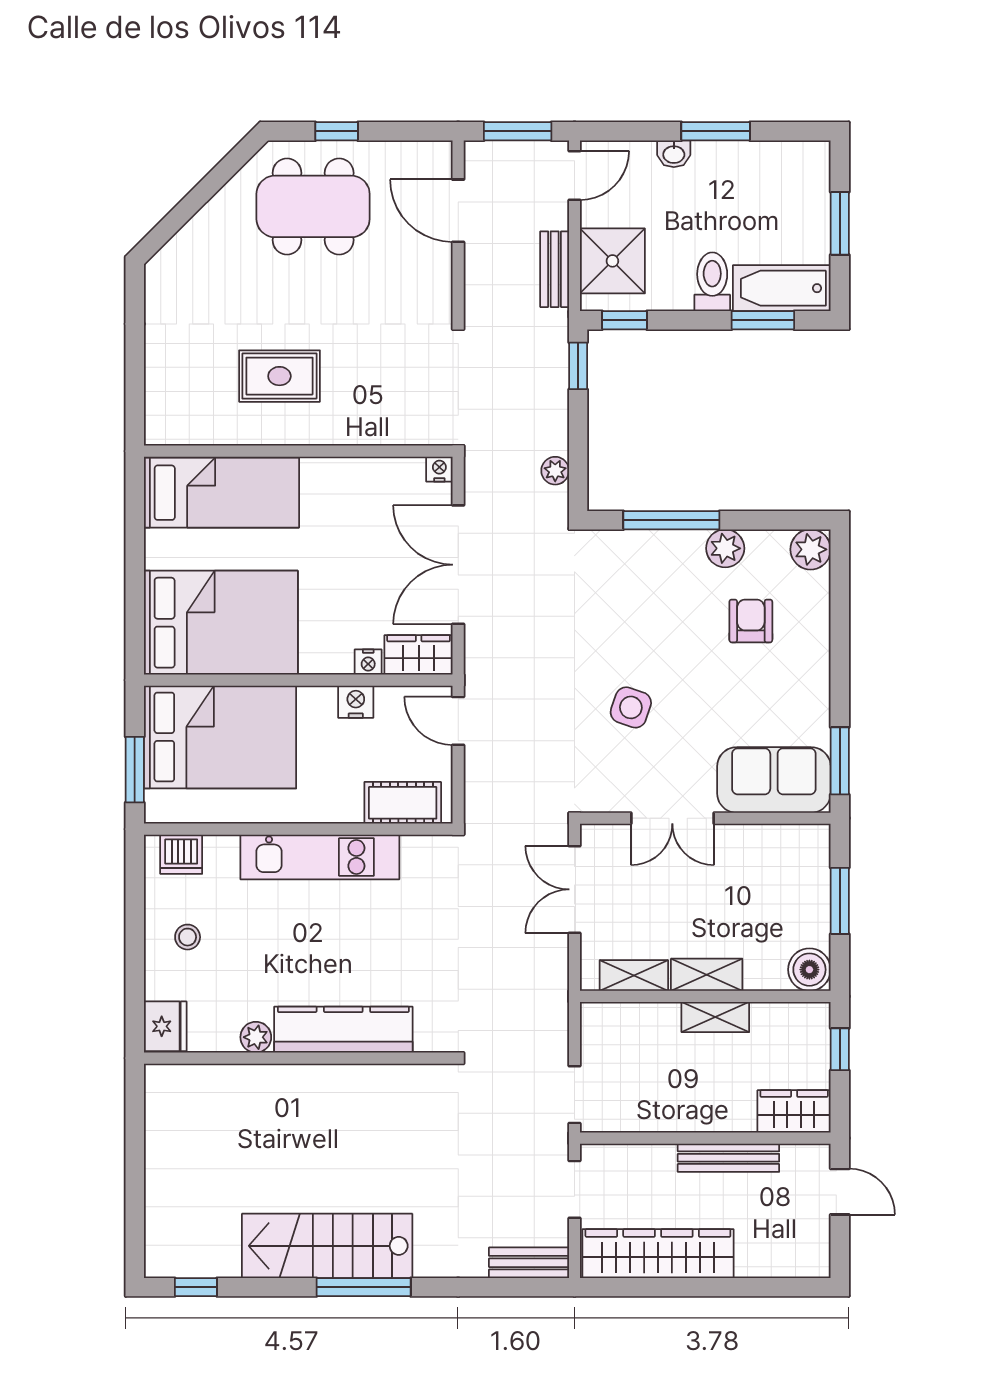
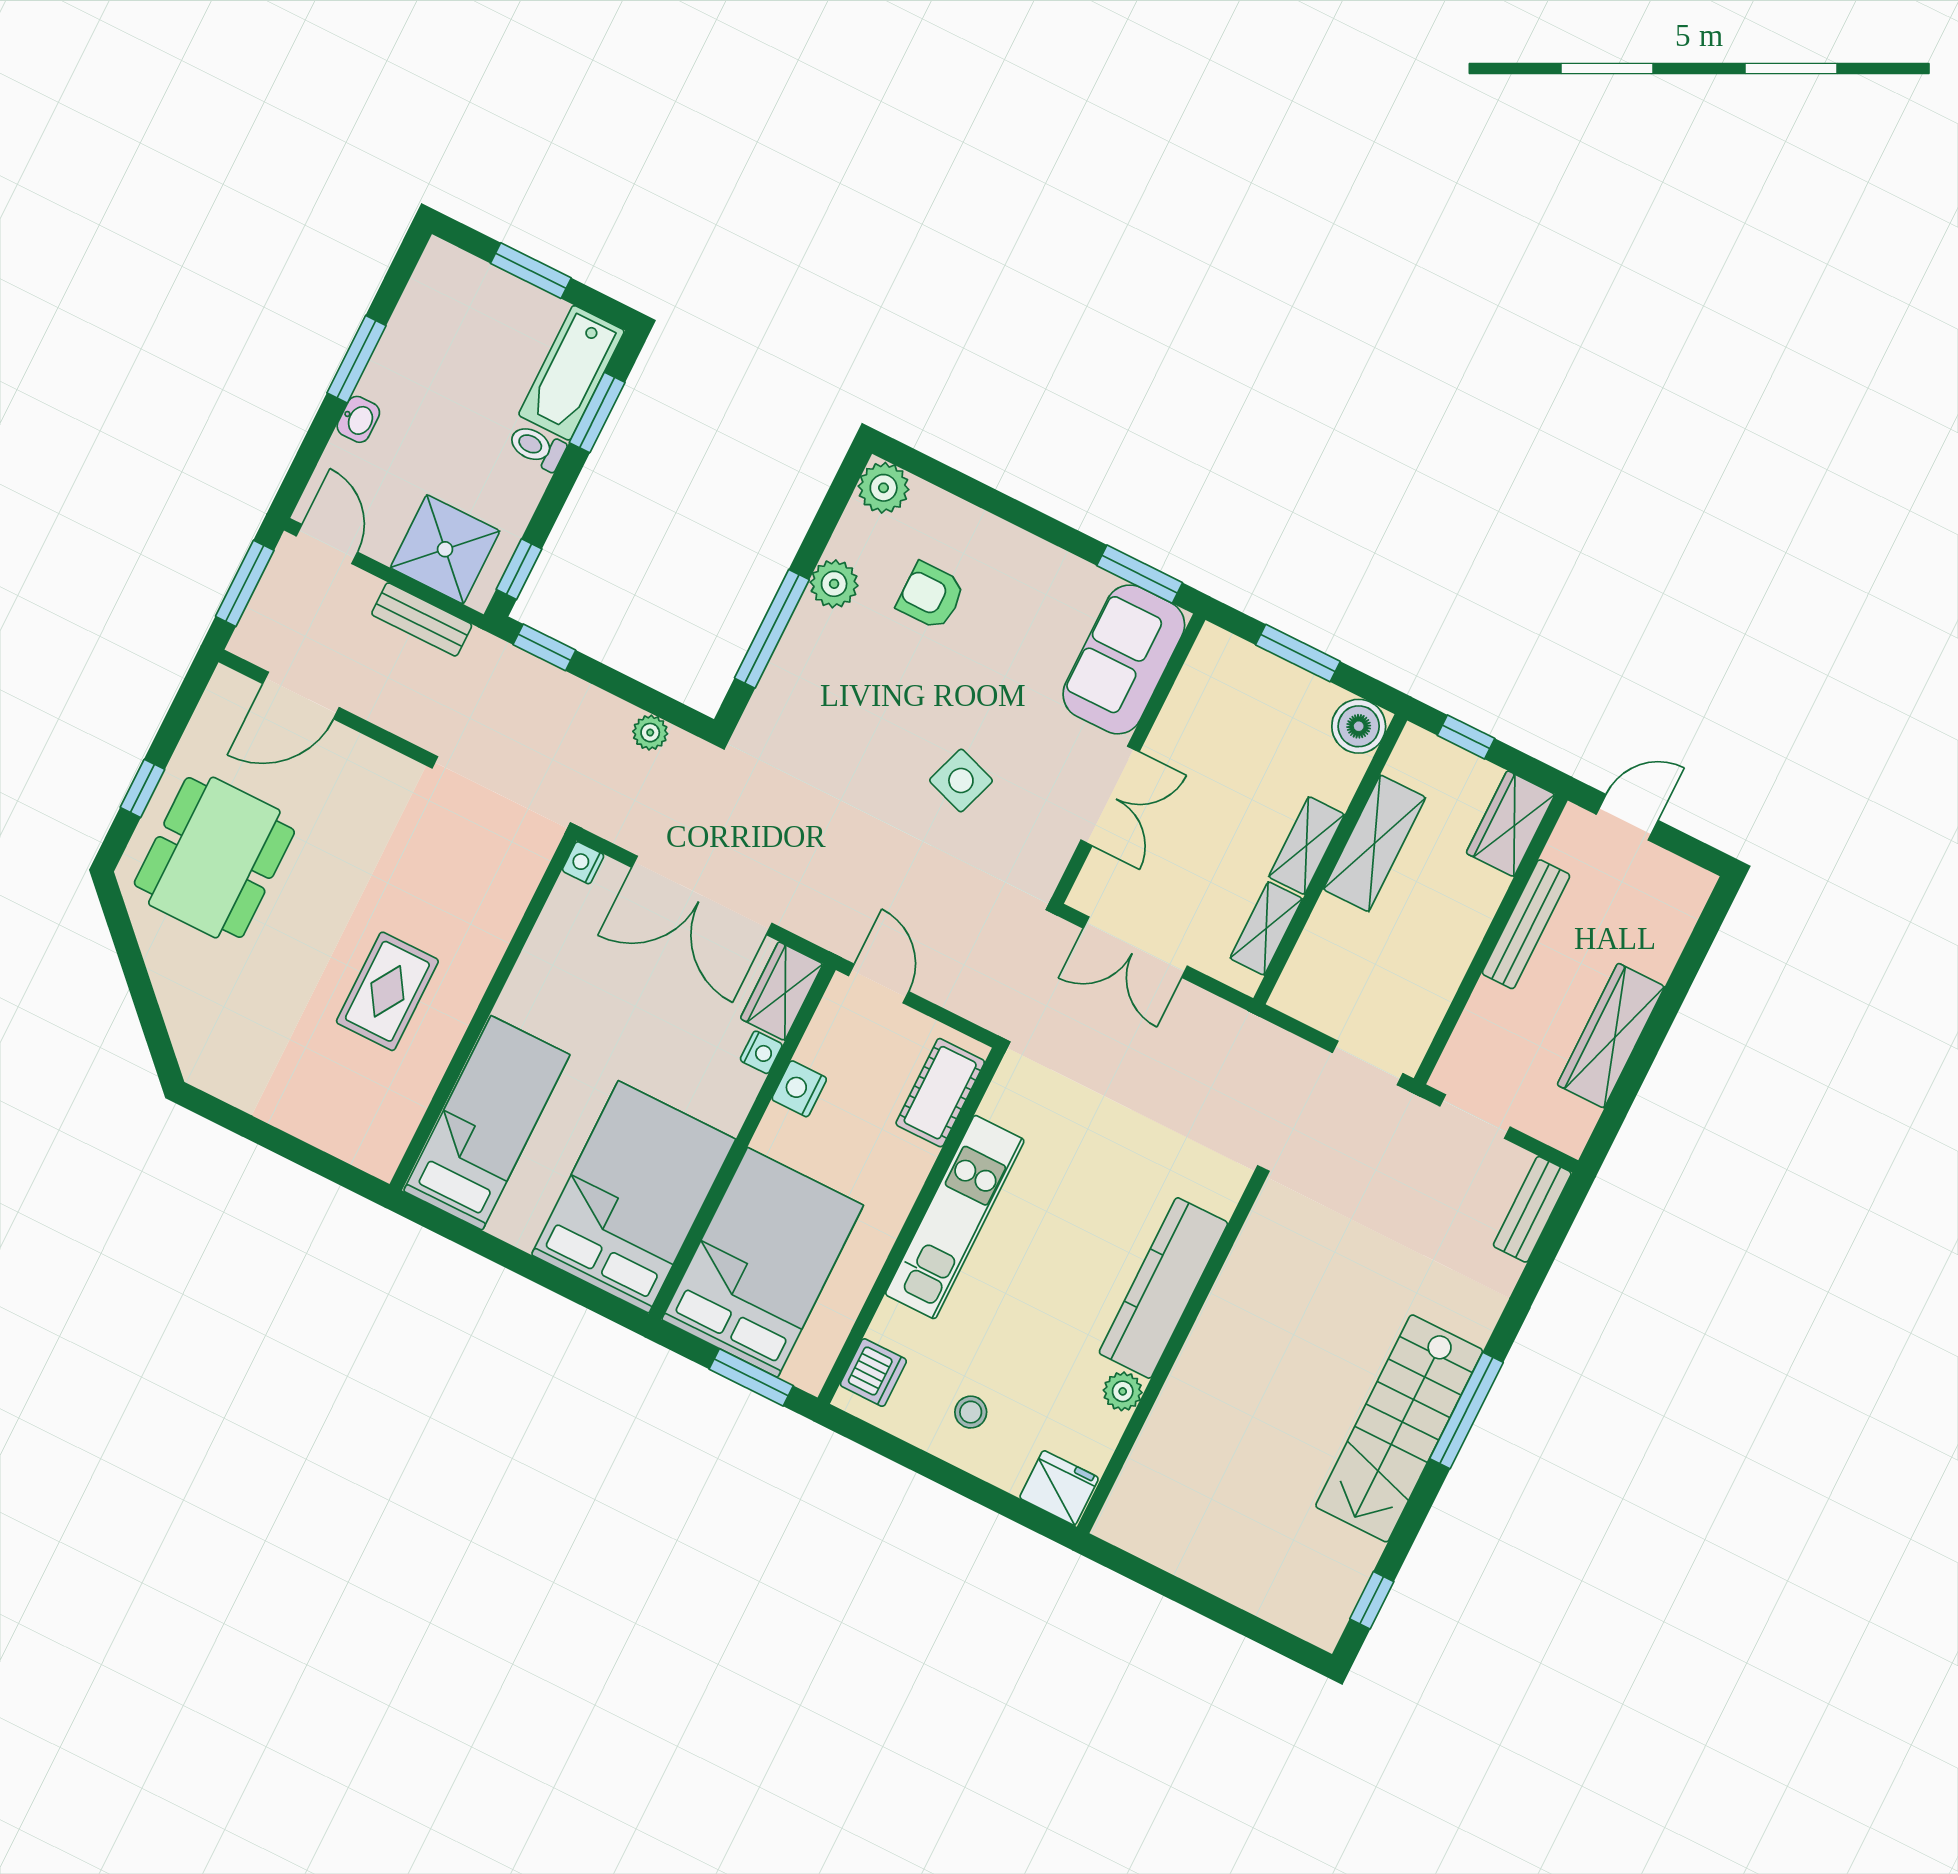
toilet: (712, 282) -> (537, 447), width x0.73, depth x0.72
door: (458, 721) -> (879, 984), swing flipped
shelving: (715, 1017) -> (1374, 843), width x1.50, depth x1.33
wardrobe: (658, 1254) -> (1611, 1036), width x0.71, depth x0.85

